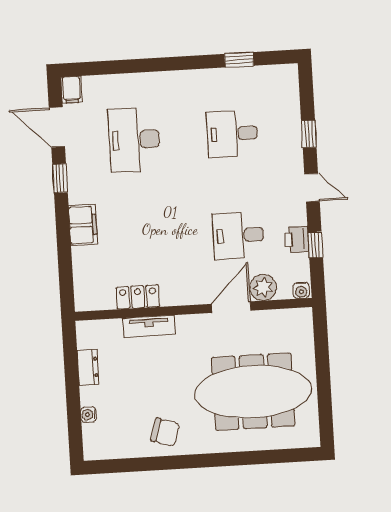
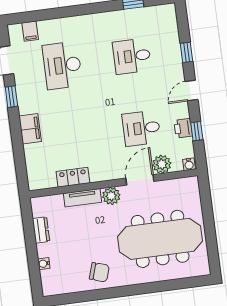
filing cabinet: (71, 90) -> (30, 31), moved
door: (312, 188) -> (191, 90), swing flipped
plant: (189, 327) -> (111, 196), added

